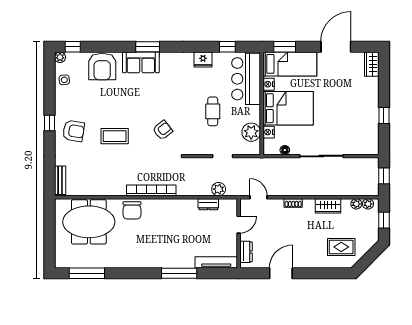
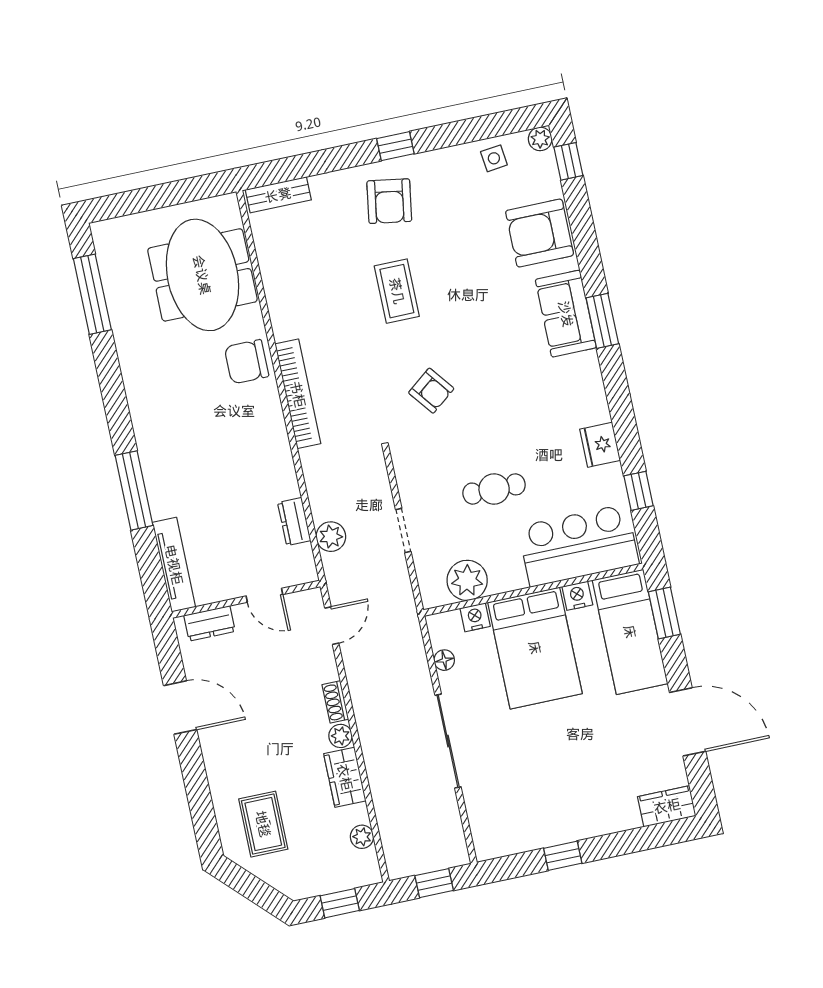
plant: (368, 204) -> (340, 736), moved

